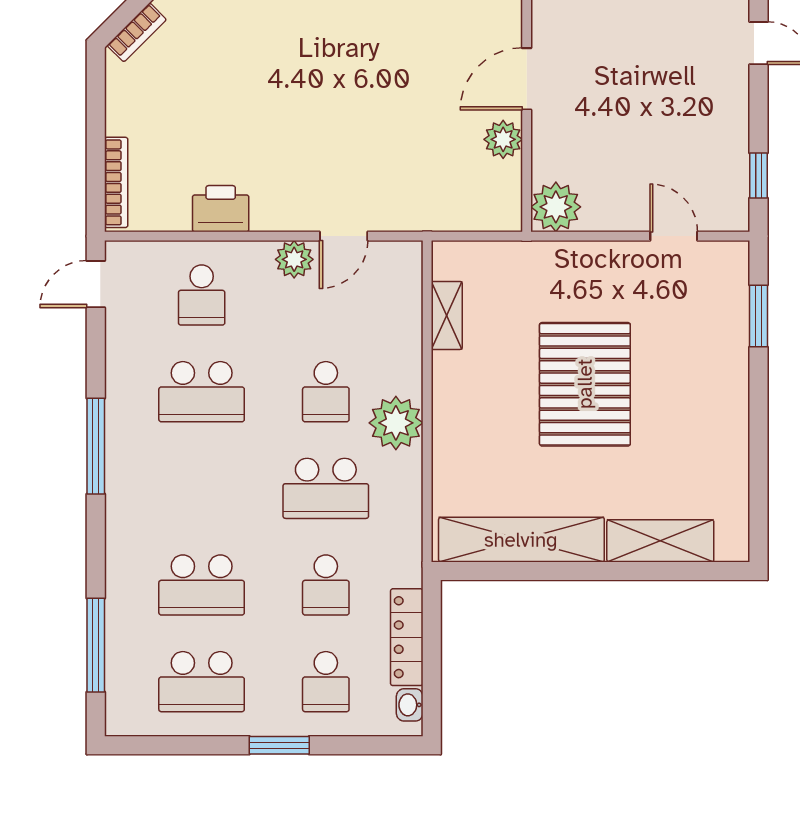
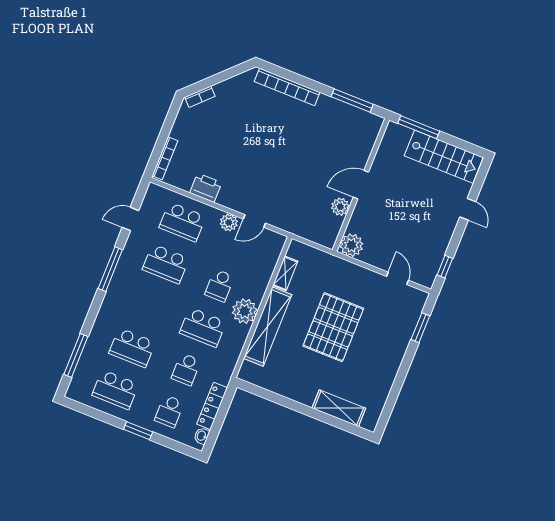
door: (96, 284) -> (130, 219), moved
school desk: (202, 295) -> (182, 222), width x1.85
shelving: (521, 540) -> (268, 326), moved, turned 90

